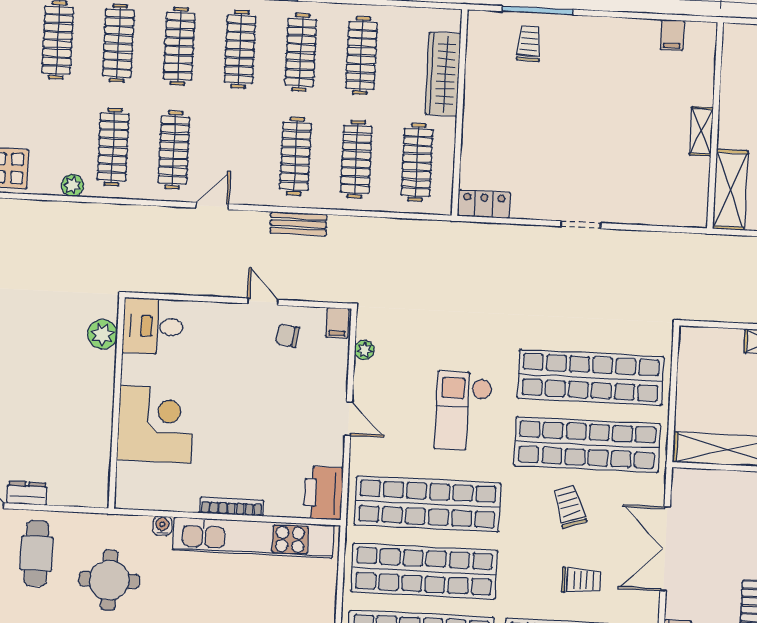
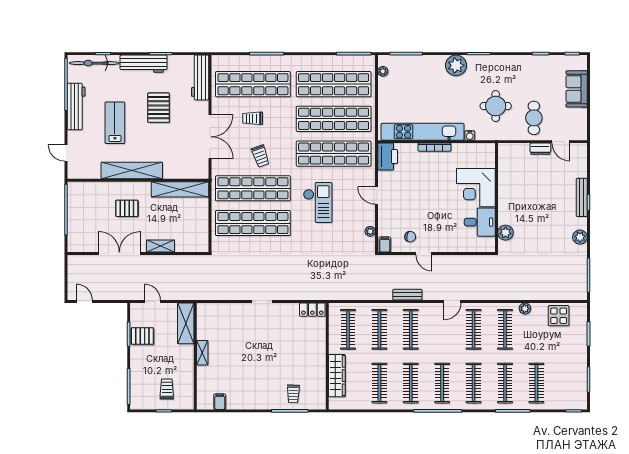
desk: (153, 326) -> (480, 222), moved

